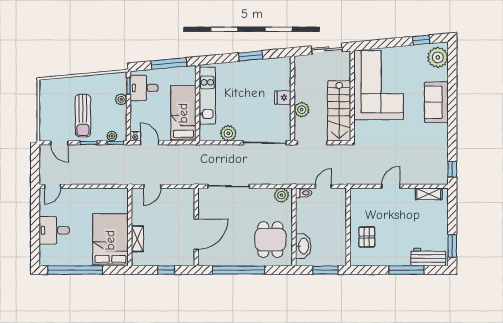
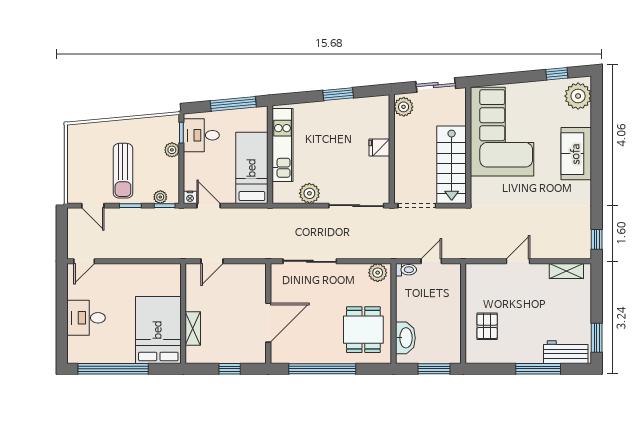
plant: (302, 110) -> (404, 107), moved

